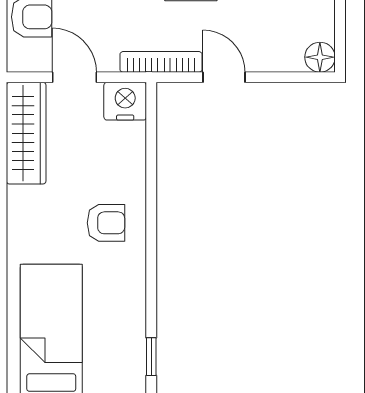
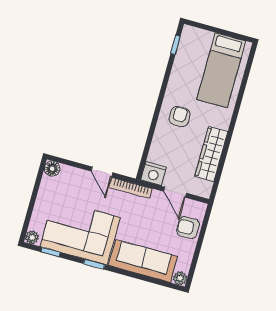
wardrobe: (26, 133) -> (211, 154), moved
armchair: (106, 223) -> (180, 117), turned 90

